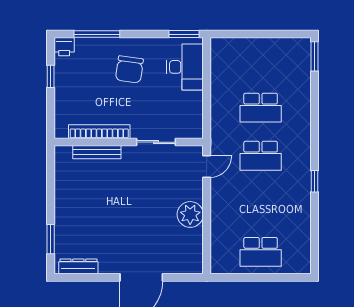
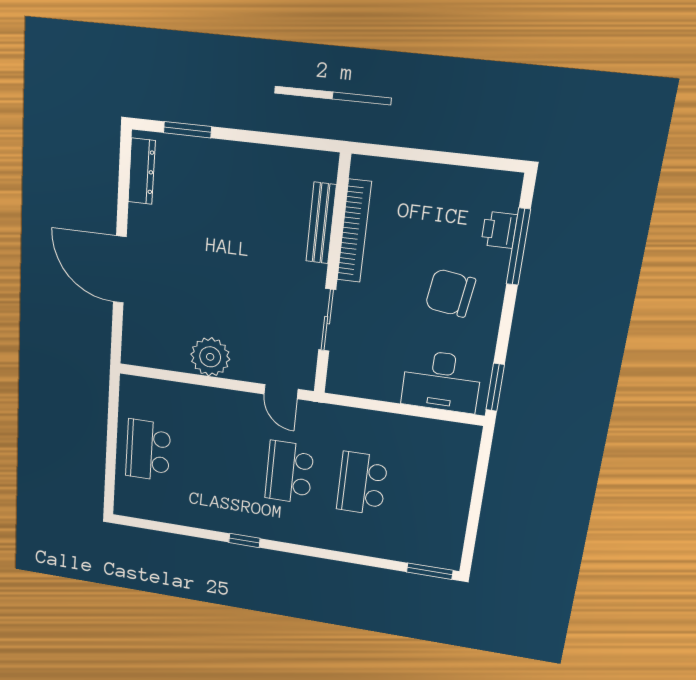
printer: (64, 47) -> (499, 230), moved
window: (51, 76) -> (458, 159), removed

